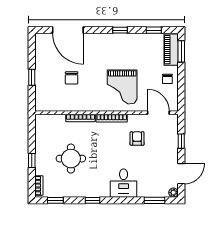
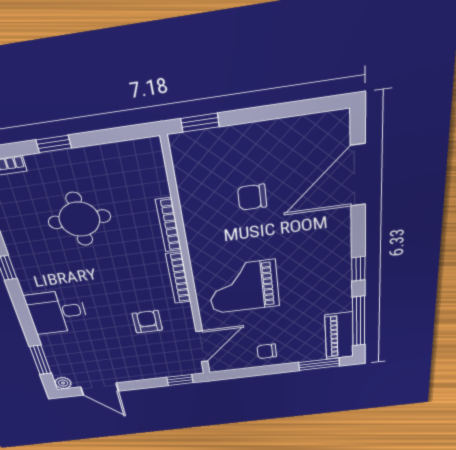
window: (154, 30) -> (359, 321), width x2.17
piano: (171, 50) -> (339, 336), moved, turned -90
window: (32, 77) -> (200, 123), moved
armchair: (137, 138) -> (147, 322), turned -90
window: (181, 141) -> (180, 380), moved

